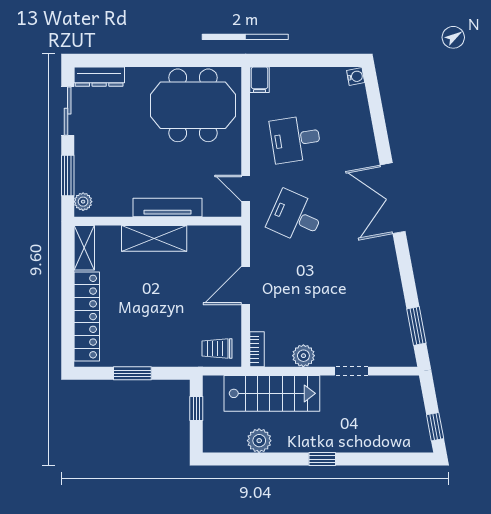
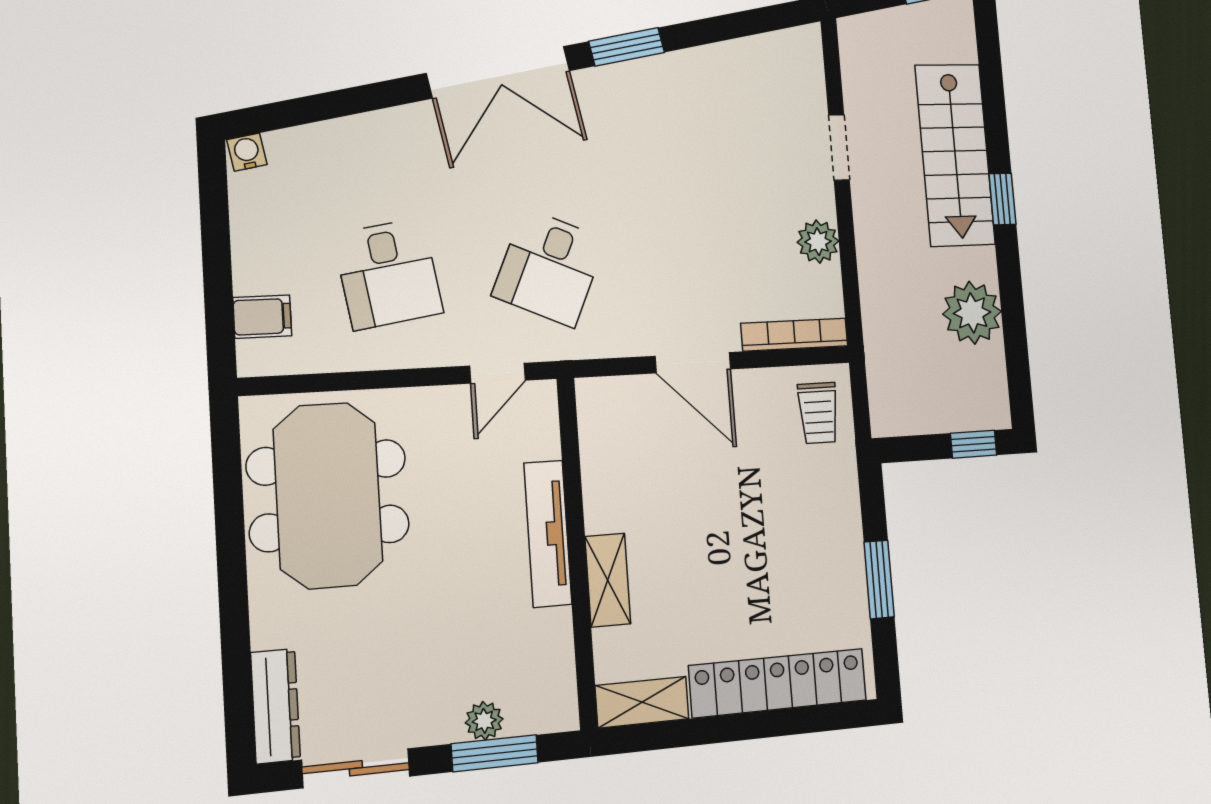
filing cabinet: (260, 80) -> (262, 317), moved
plant: (83, 202) -> (484, 721), moved
shelving: (154, 238) -> (608, 580), width x0.67, depth x0.75
window: (416, 326) -> (627, 47), moved
bookcase: (257, 349) -> (794, 335), width x1.56
stairs: (272, 393) -> (955, 155), moved, turned 180
window: (196, 408) -> (974, 444), moved
plant: (259, 441) -> (972, 313), width x1.36, depth x1.36

